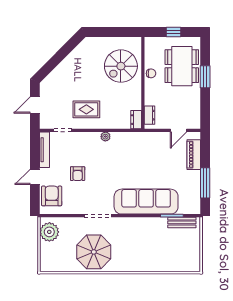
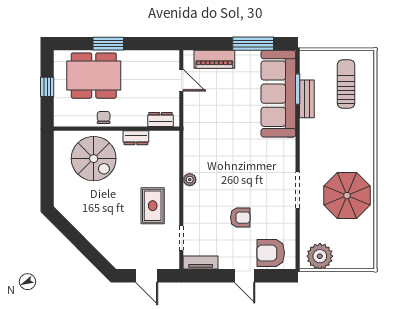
dresser: (136, 120) -> (136, 138), moved
tv unit: (45, 150) -> (201, 263), width x0.71
sofa: (146, 202) -> (278, 94), moved
bench: (182, 222) -> (307, 99), moved
sun lounger: (176, 251) -> (346, 84), added

